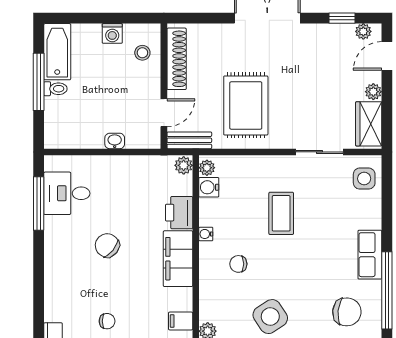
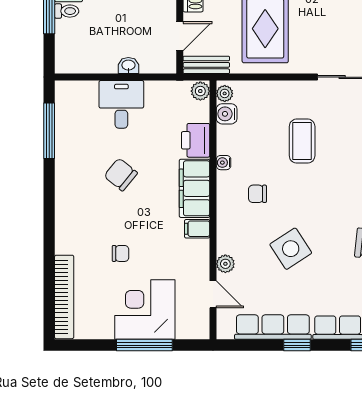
desk: (67, 193) -> (121, 104), moved, turned 90
filing cabinet: (181, 321) -> (197, 229), moved

